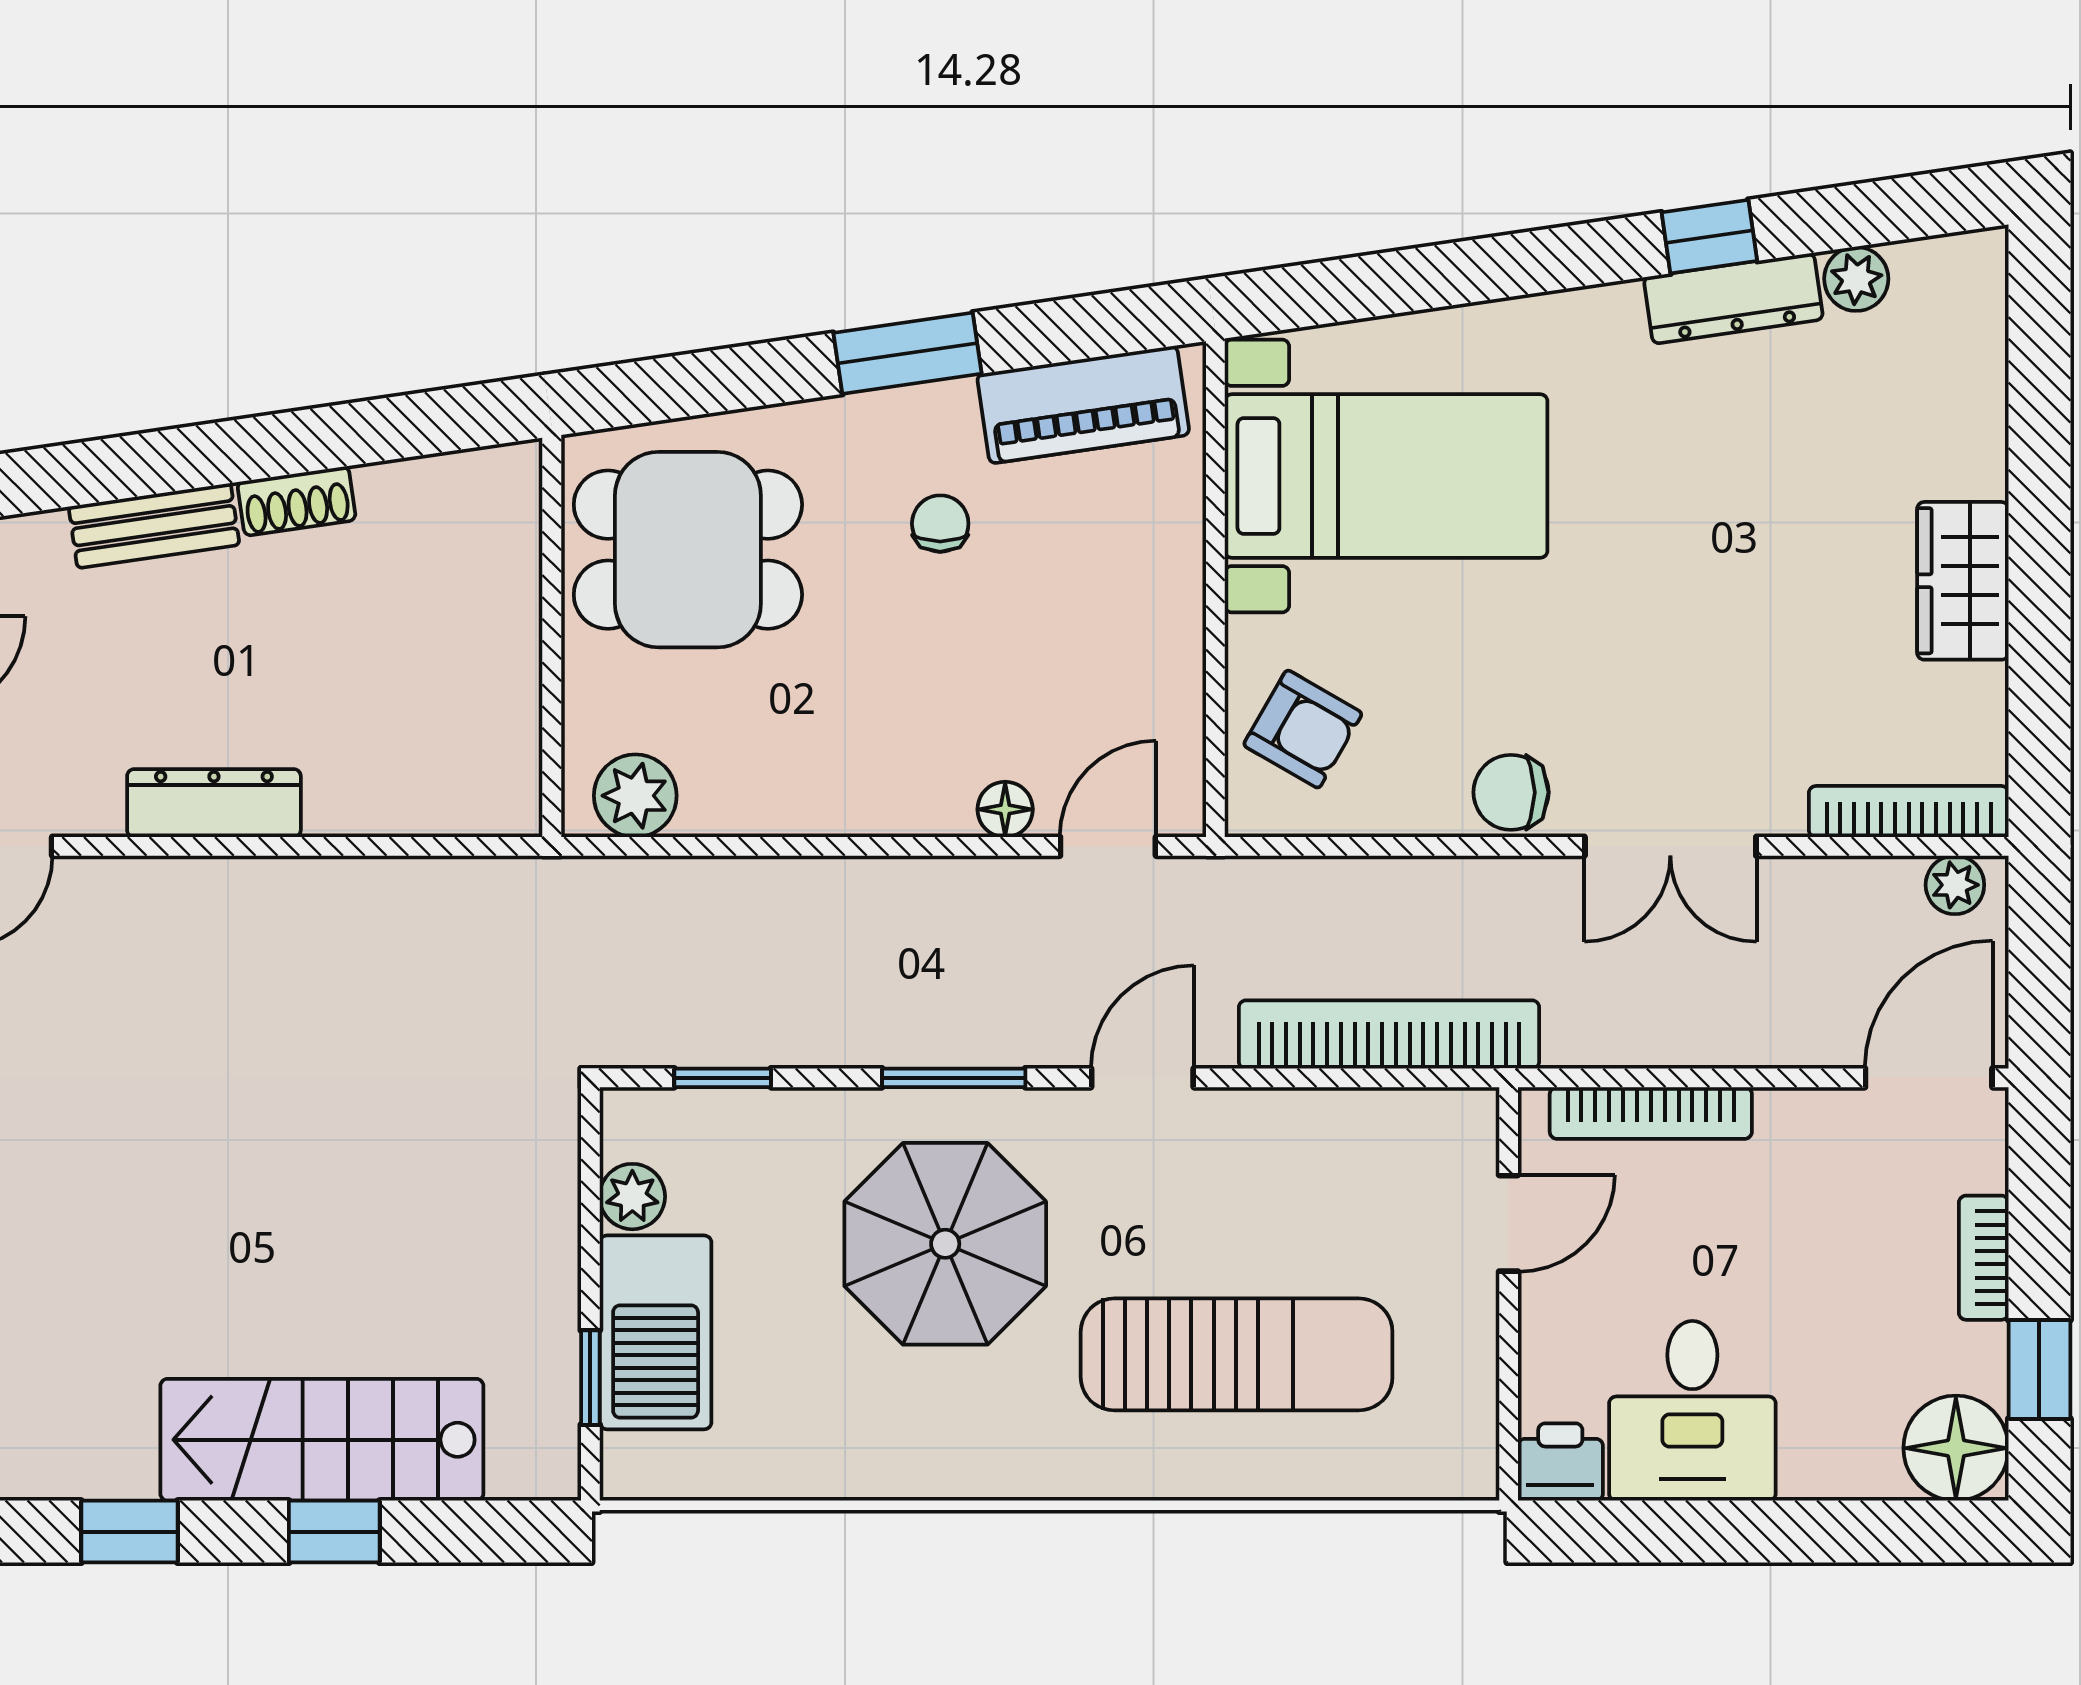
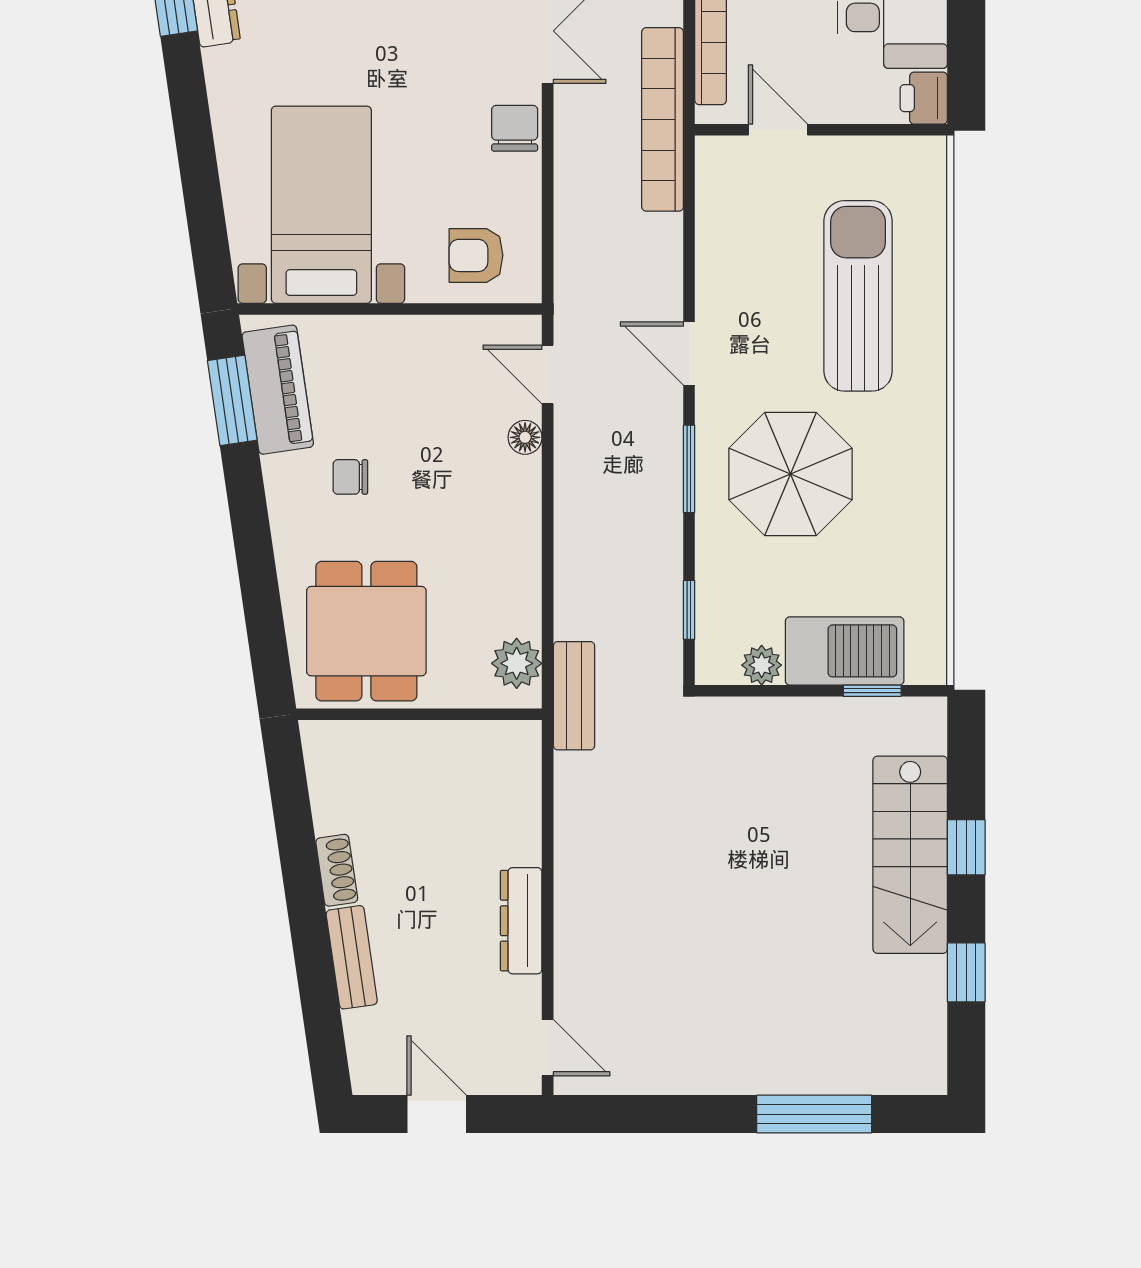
window: (907, 353) -> (232, 400), moved
armchair: (1303, 729) -> (476, 255), turned -120
chair: (1511, 792) -> (515, 128), turned 180
bench: (582, 889) -> (574, 696), added
bookcase: (1389, 1034) -> (663, 119), moved

